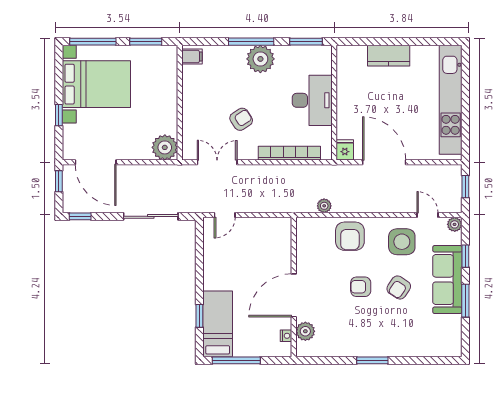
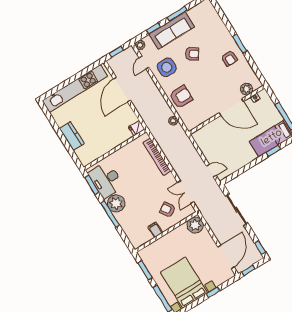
filing cabinet: (192, 57) -> (155, 230), moved
desk: (312, 100) -> (106, 180), moved, turned -90
armchair: (241, 119) -> (168, 210), moved
door: (384, 162) -> (122, 90), moved
armchair: (361, 287) -> (229, 58), moved

